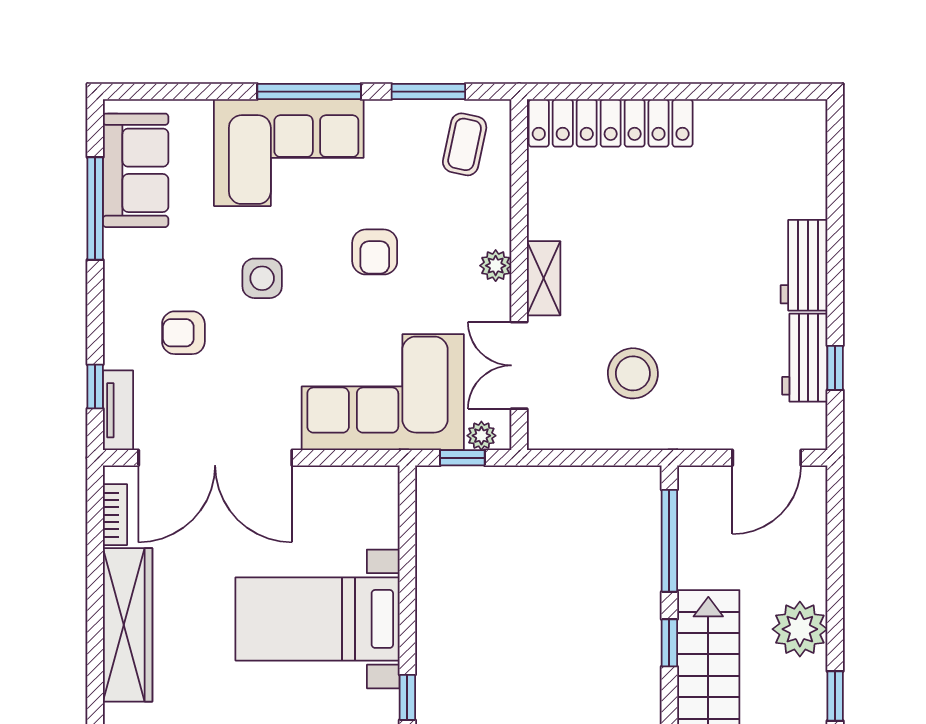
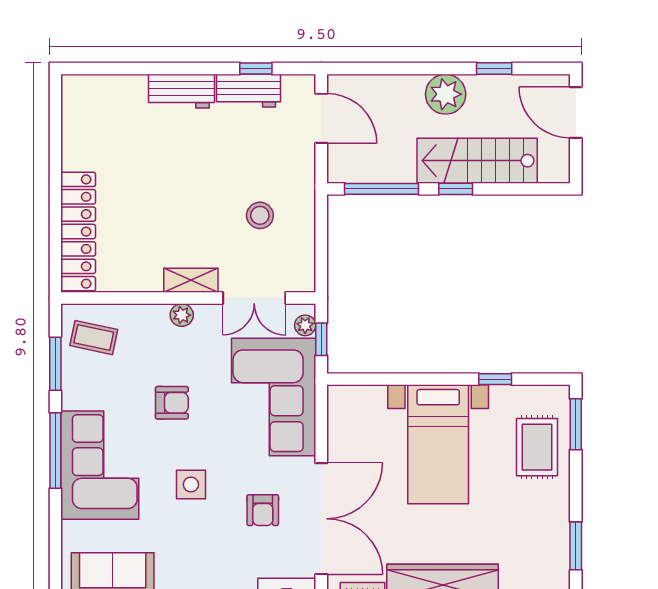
armchair: (183, 333) -> (263, 510), moved
stool: (633, 373) -> (260, 215), width x0.73, depth x0.73

